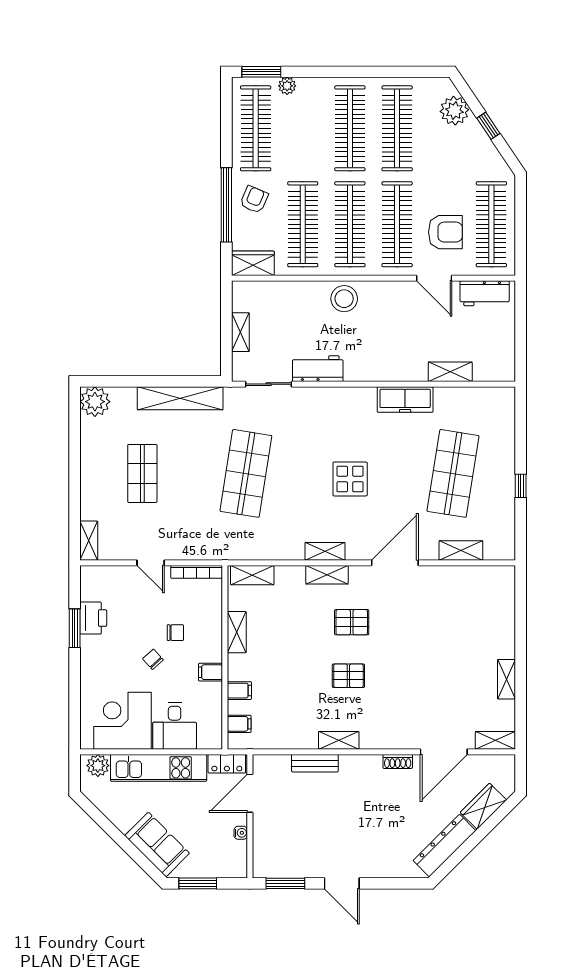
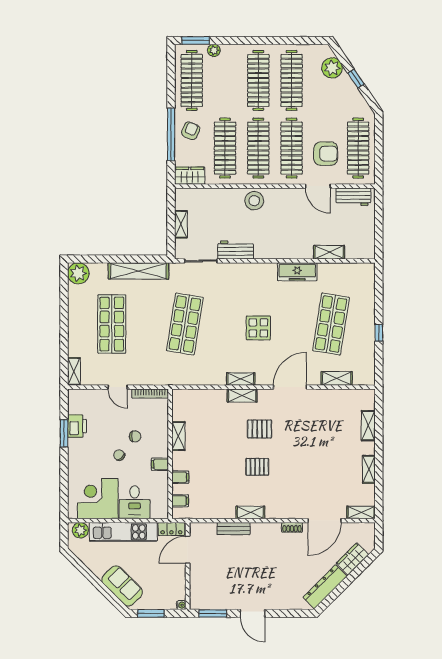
shop shelf: (142, 473) -> (112, 324), width x1.43, depth x1.36
shelving: (252, 575) -> (368, 426), moved, turned 90
water cooler: (241, 833) -> (181, 605), moved

